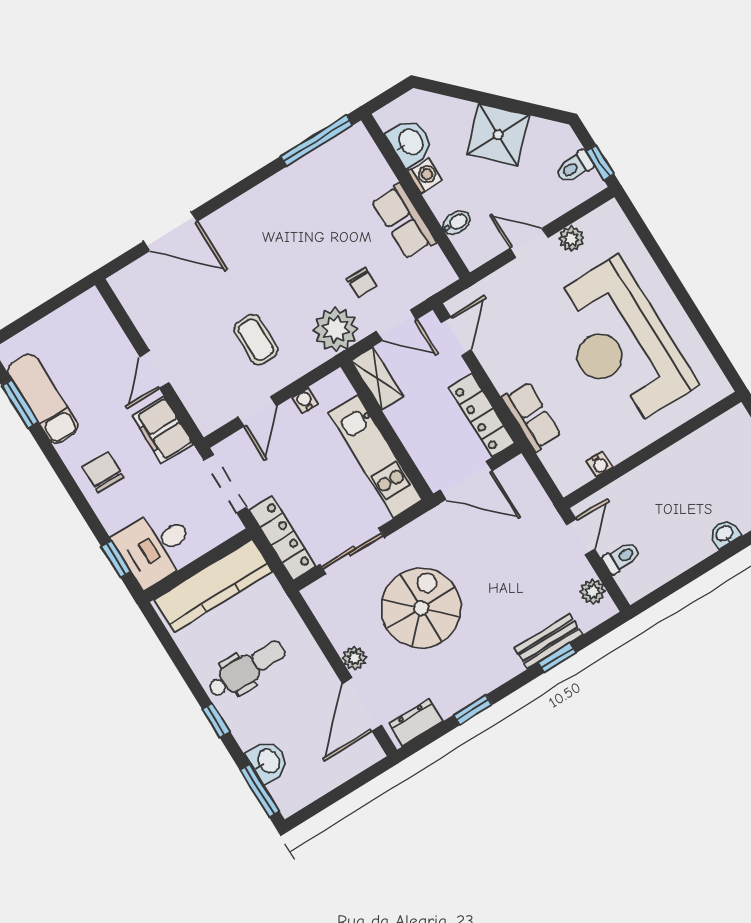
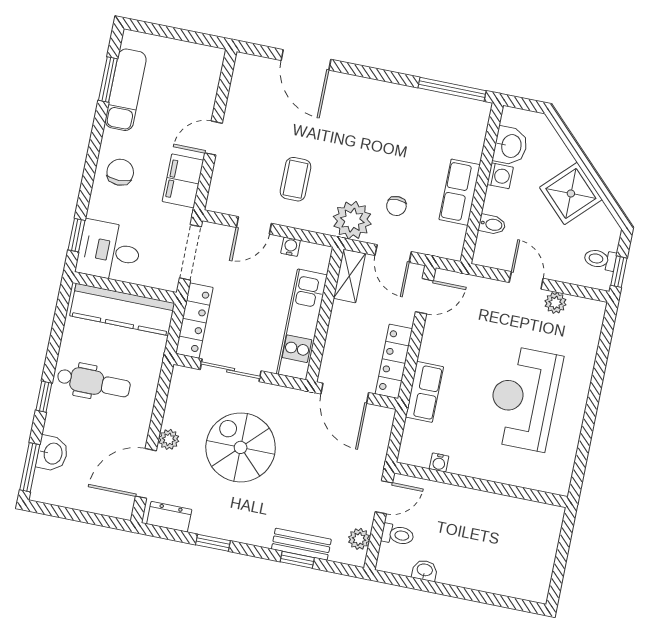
reception desk: (620, 344) -> (524, 398), width x0.74, depth x0.77
washbasin: (725, 534) -> (425, 570), moved
spiral stairs: (421, 608) -> (241, 447), turned -90

